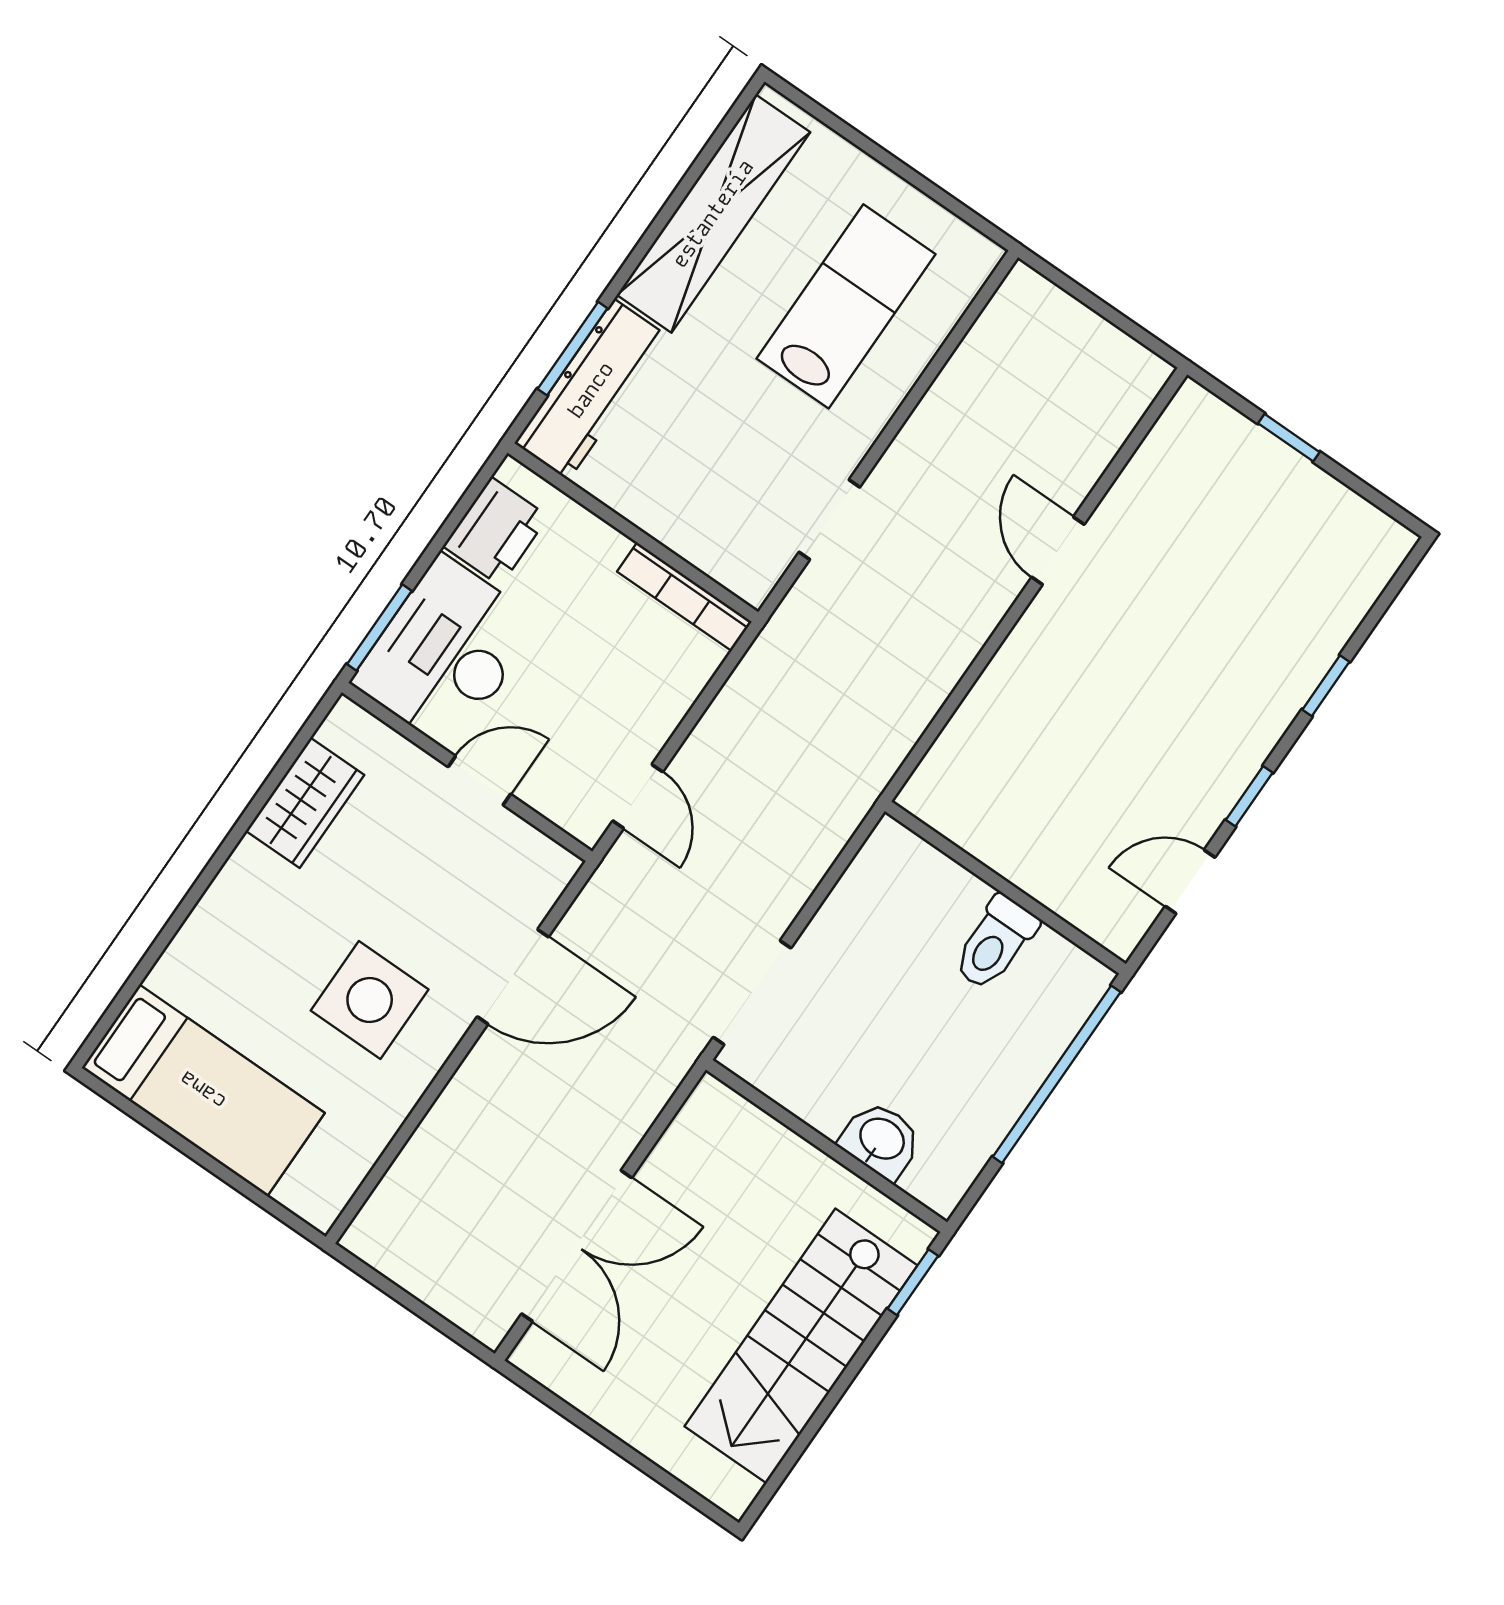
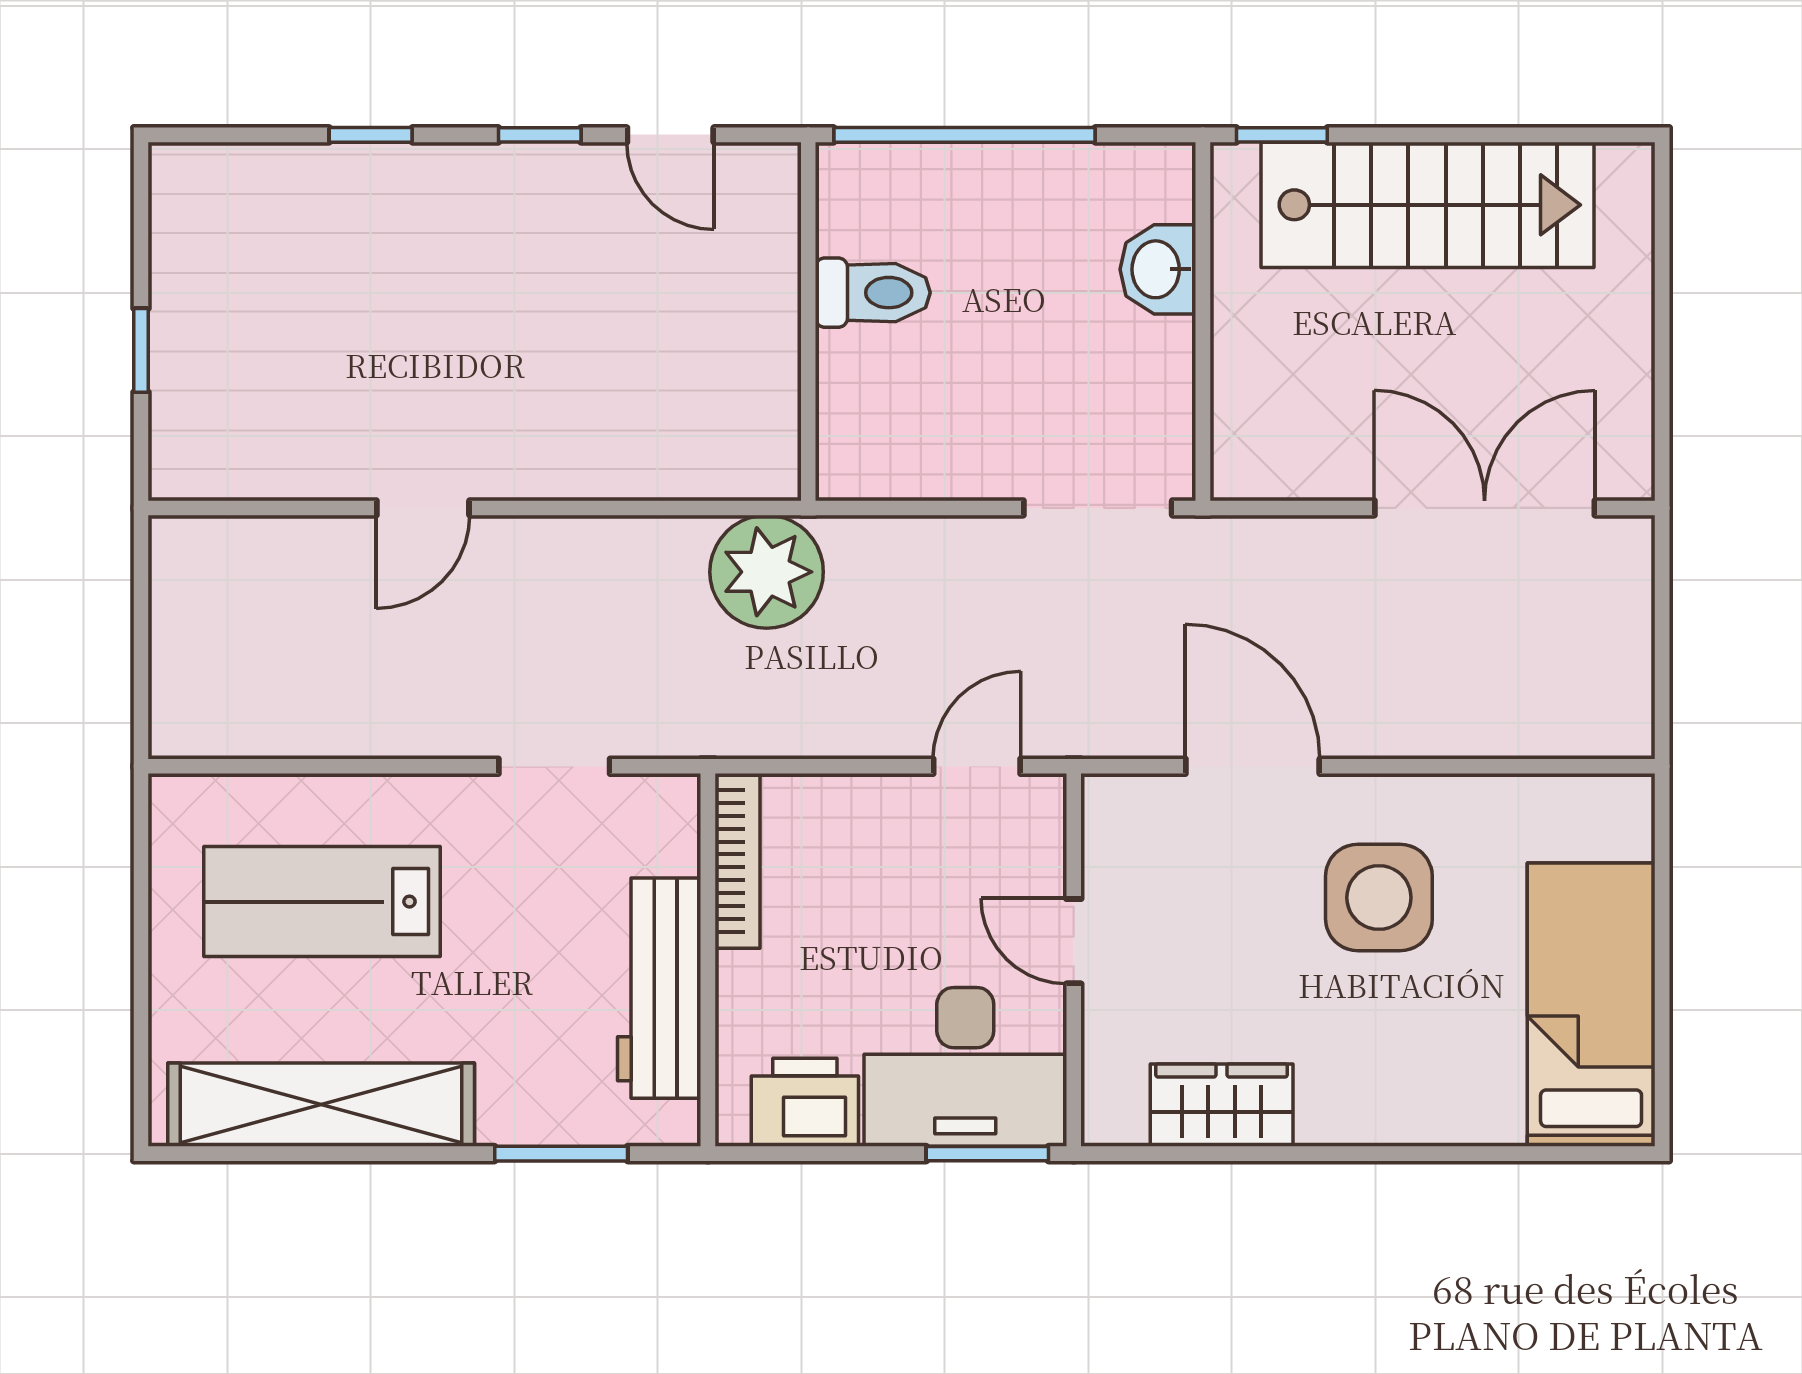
workbench: (591, 390) -> (659, 988), moved, turned -90
plant: (860, 747) -> (767, 572), added

